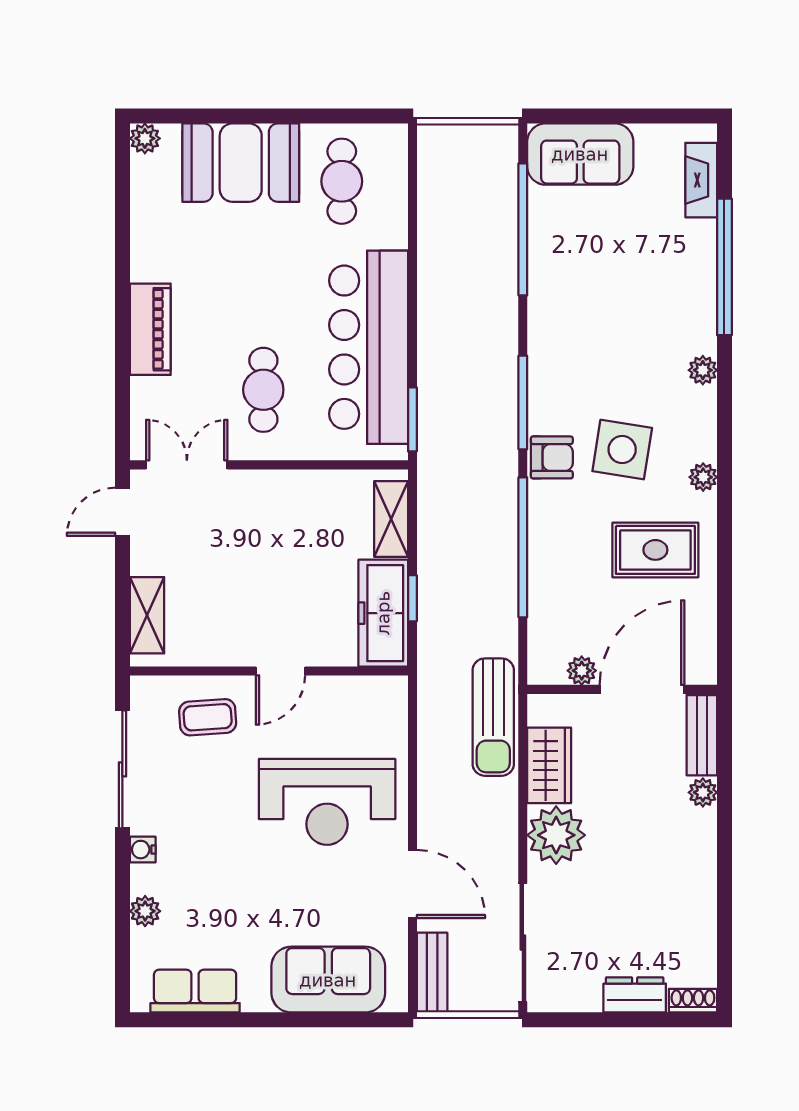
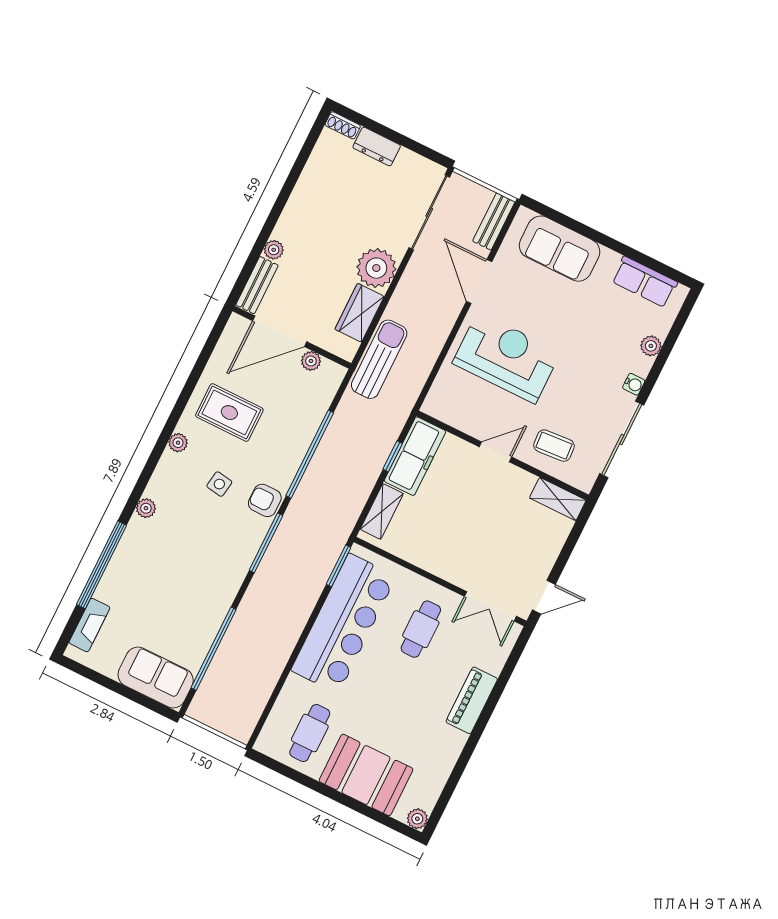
side table: (622, 450) -> (219, 484), width x0.54, depth x0.54
shelving: (147, 615) -> (558, 499), moved, turned 90

